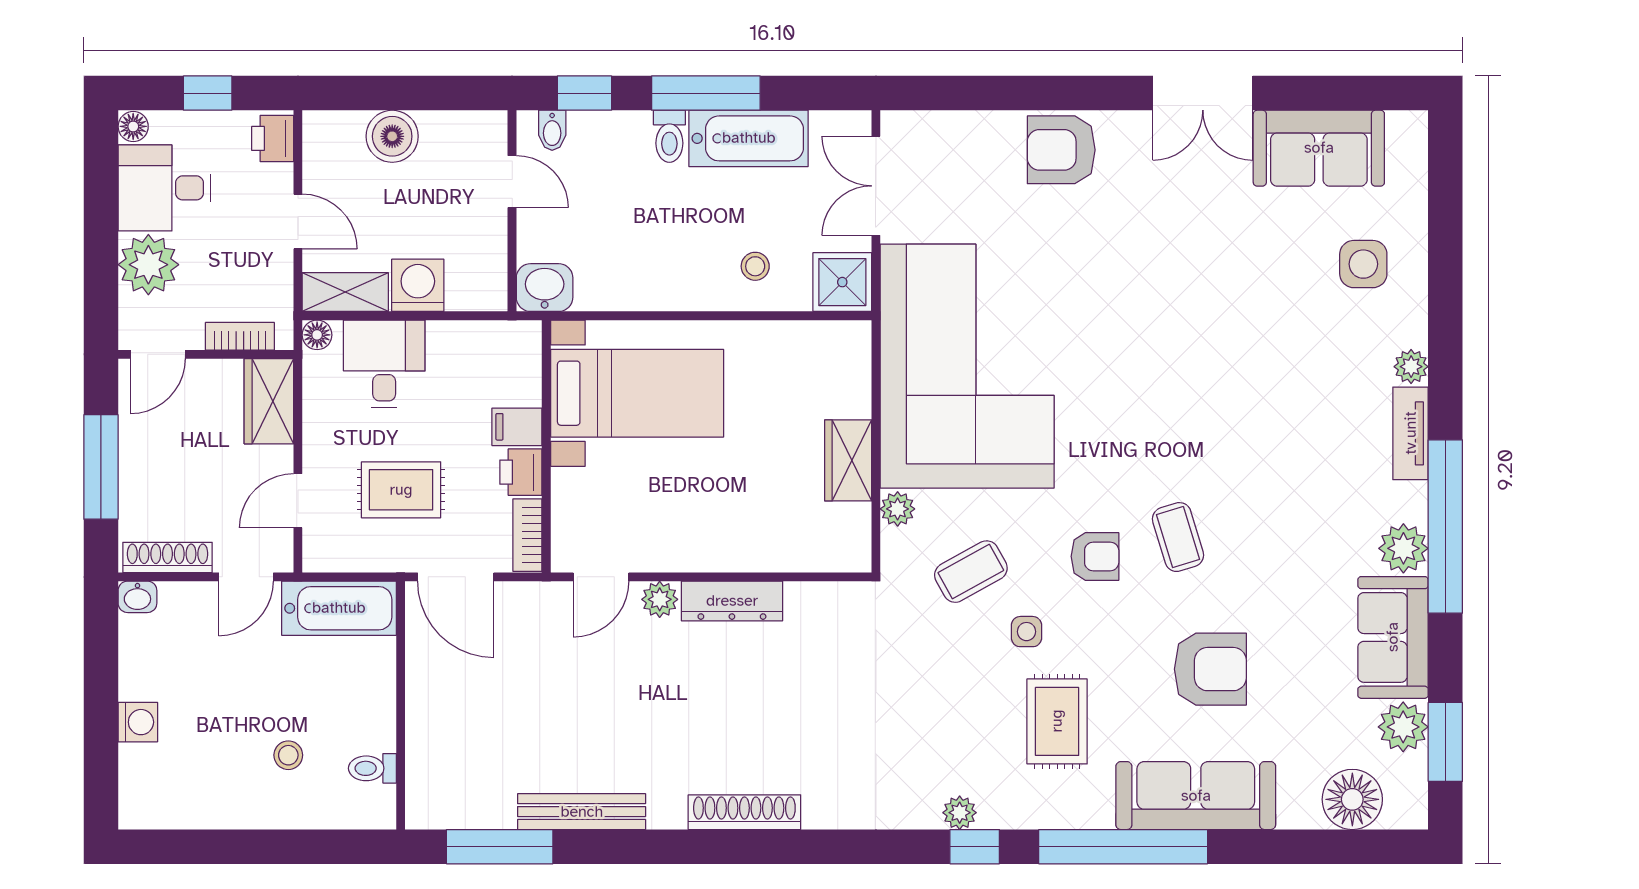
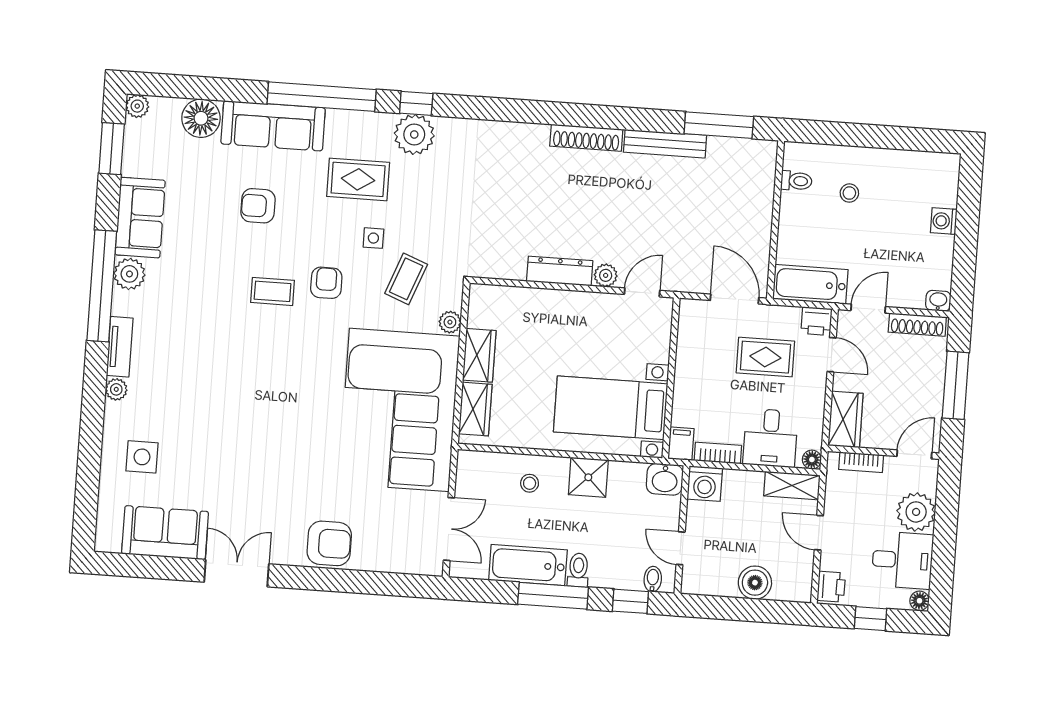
shower: (842, 282) -> (588, 477), moved
washing machine: (418, 285) -> (705, 484), moved
wardrobe: (848, 376) -> (475, 409), added
filing cabinet: (517, 427) -> (681, 444), moved, turned -90
printer: (521, 472) -> (816, 321), moved, turned 90
door: (298, 501) -> (832, 355), hinge flipped
bookcase: (527, 535) -> (718, 453), moved, turned -90
coffee table: (1178, 537) -> (273, 291), turned -73
armchair: (1095, 556) -> (326, 283), turned 90
coffee table: (971, 572) -> (406, 279), turned -40
armchair: (1210, 669) -> (258, 206), width x0.72, depth x0.72
rug: (1057, 721) -> (358, 179), turned 90
plant: (1403, 727) -> (137, 106), moved, width x0.73, depth x0.73
floor lamp: (1352, 799) -> (201, 118), moved
shoe rack: (744, 812) -> (586, 138), moved
plant: (960, 813) -> (414, 134), width x1.87, depth x1.87

